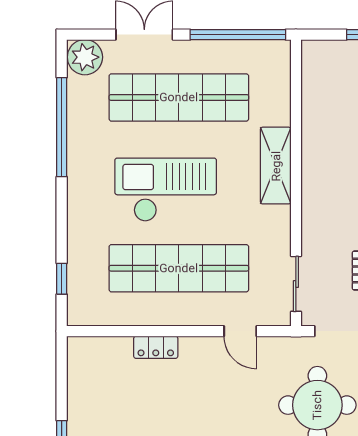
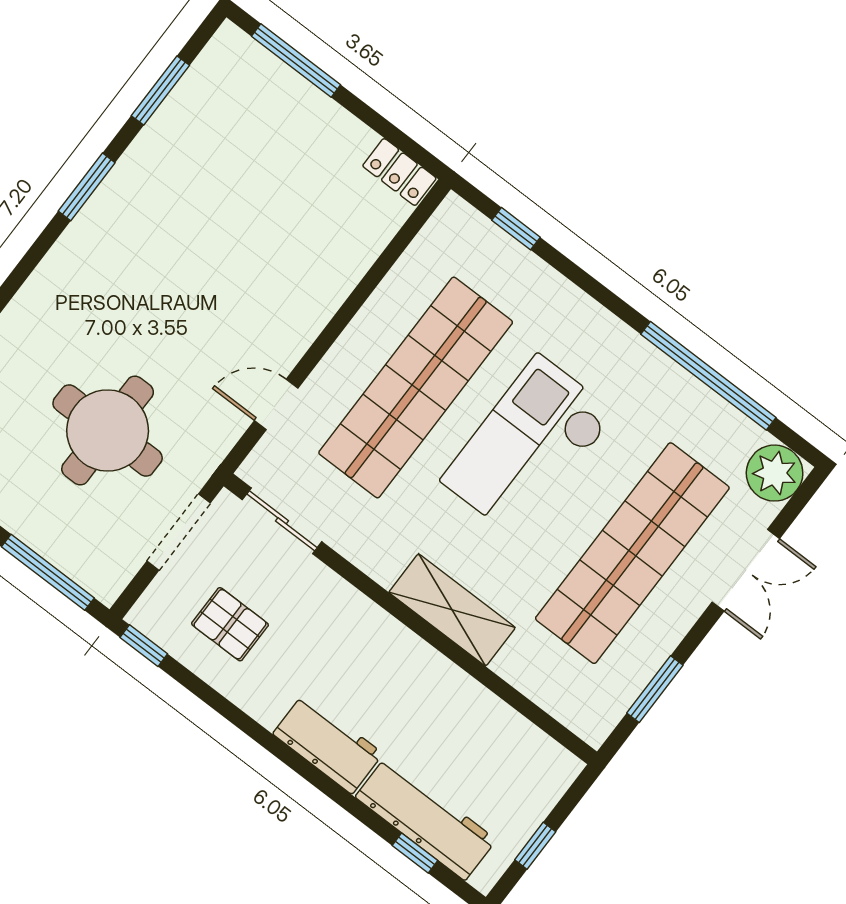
window: (238, 35) -> (655, 689), width x0.47
checkout: (166, 190) -> (528, 447), turned 180
locker: (156, 347) -> (399, 172), moved, turned -90

